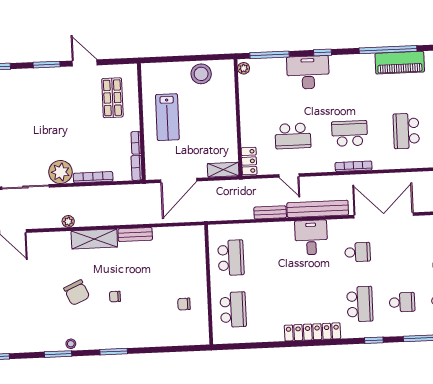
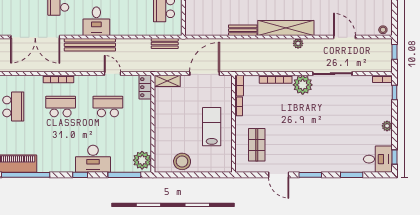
plant: (244, 68) -> (142, 160), width x1.88, depth x1.88
school desk: (350, 133) -> (61, 106), turned 180
bench: (270, 212) -> (165, 44), moved
shelving: (94, 239) -> (286, 28), width x1.47

